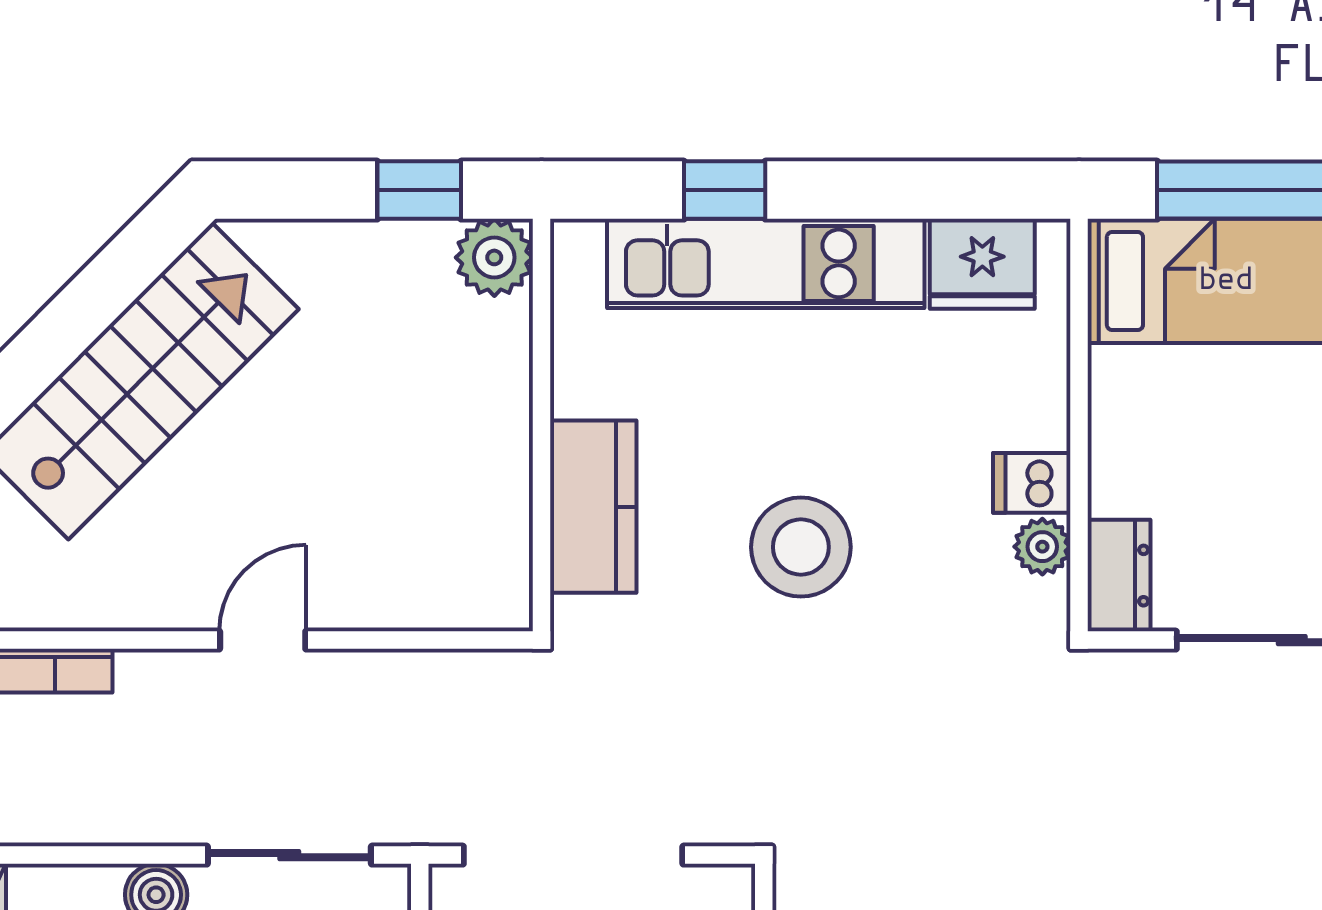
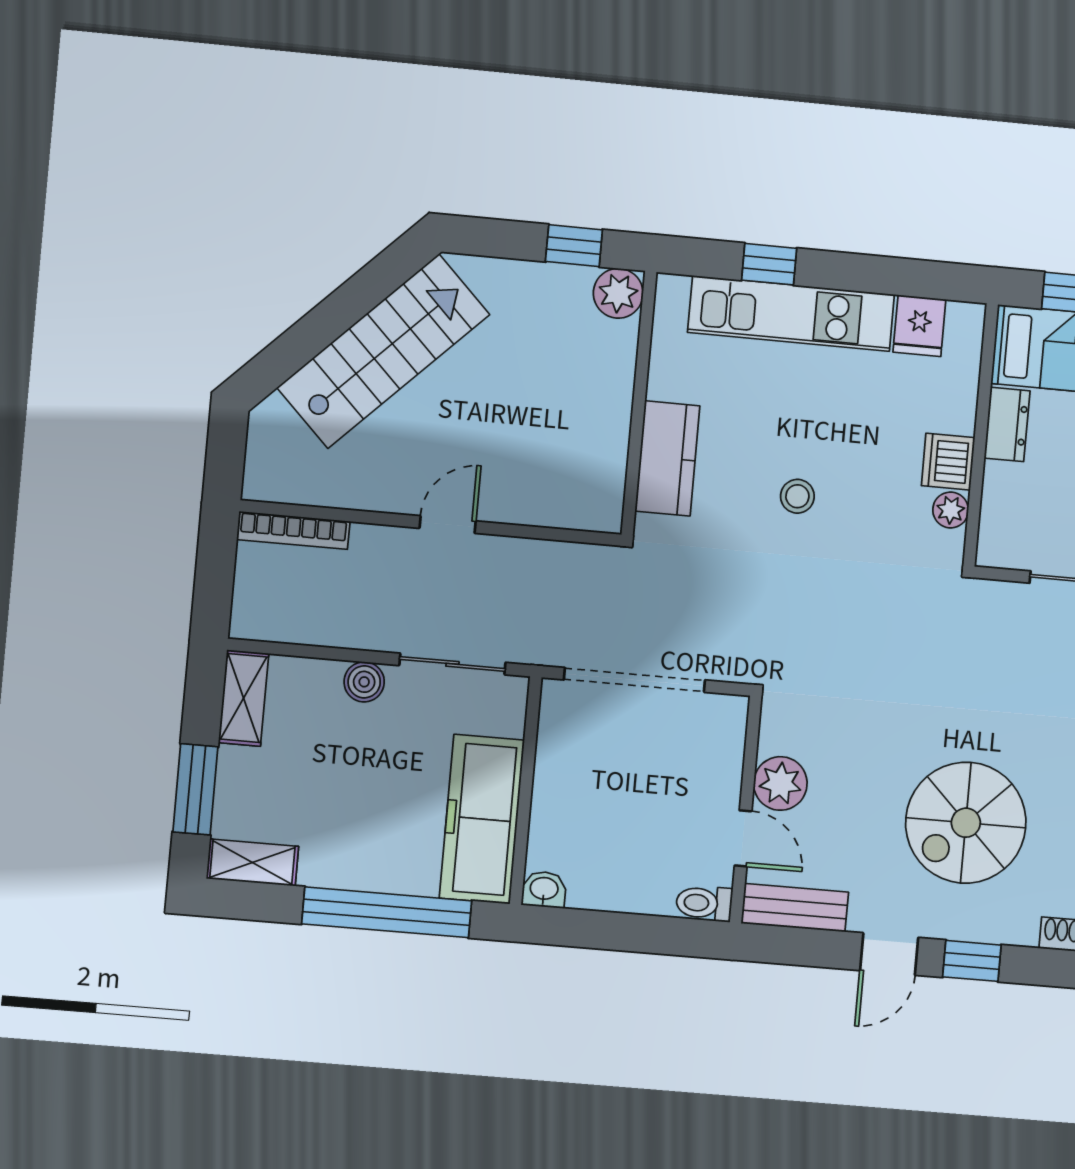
fridge: (982, 264) -> (919, 326), width x0.72
dishwasher: (1032, 483) -> (948, 462), width x1.38
stool: (801, 547) -> (797, 496), width x0.53, depth x0.53
dresser: (1119, 576) -> (1007, 424), moved

